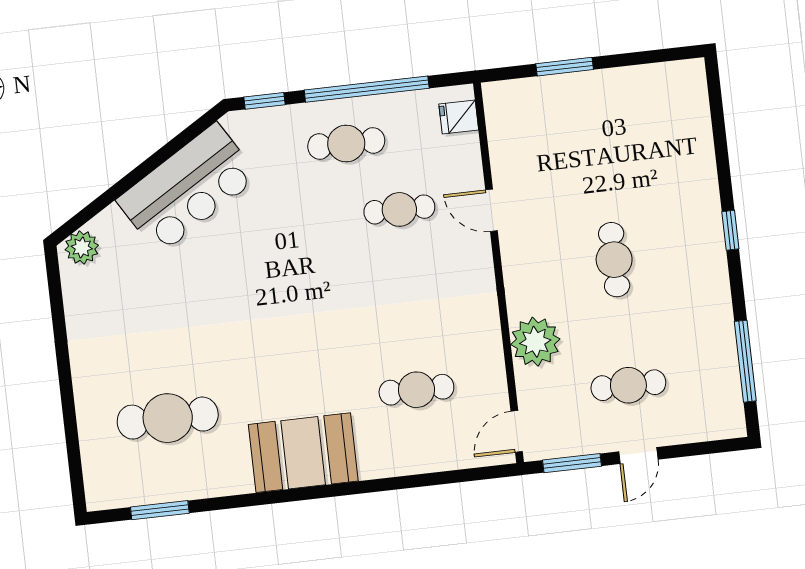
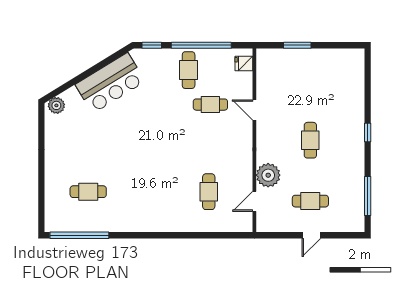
cafe table: (346, 143) -> (189, 70), turned 90
cafe table: (416, 390) -> (209, 192), turned 90
cafe table: (168, 418) -> (88, 192), width x0.73, depth x0.74
door: (517, 431) -> (254, 201), moved
booth: (303, 453) -> (151, 216), removed
window: (572, 463) -> (279, 235), removed
window: (160, 510) -> (79, 235), width x2.11

